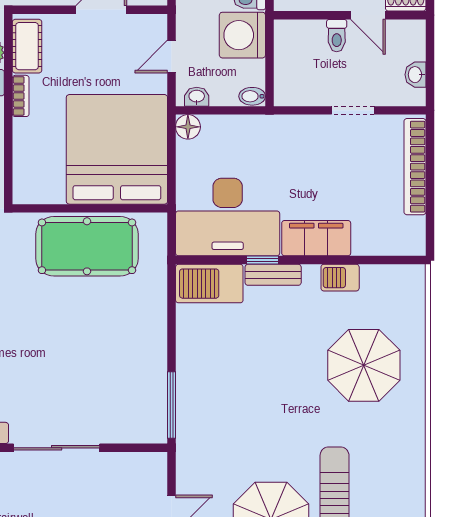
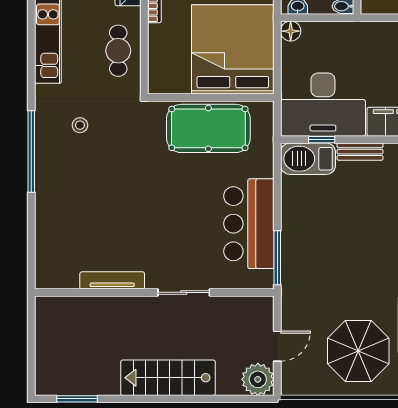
window: (263, 260) -> (322, 140), moved
bar counter: (137, 363) -> (249, 224), added
sliding door: (57, 448) -> (184, 292), width x0.73

